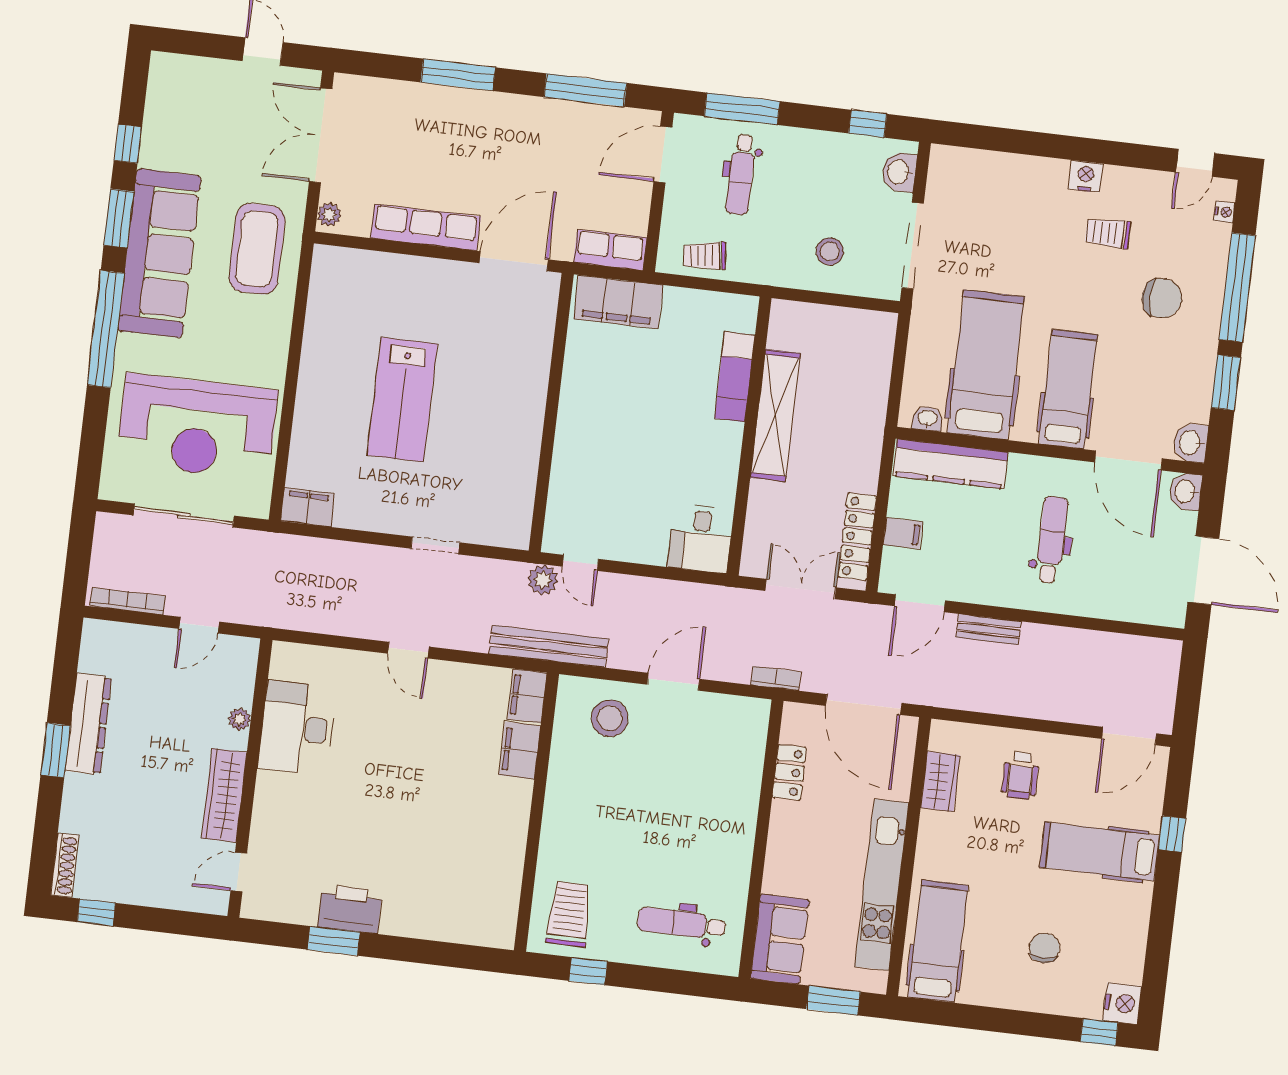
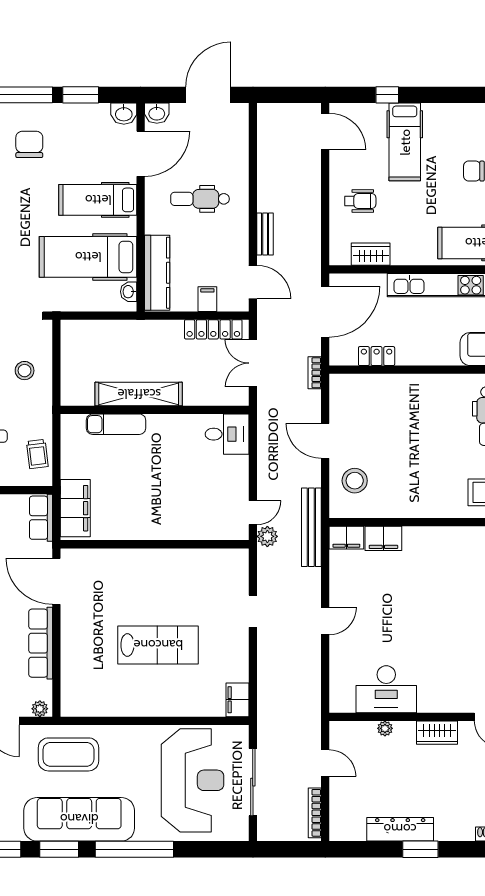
wardrobe: (224, 795) -> (437, 733), width x0.67

